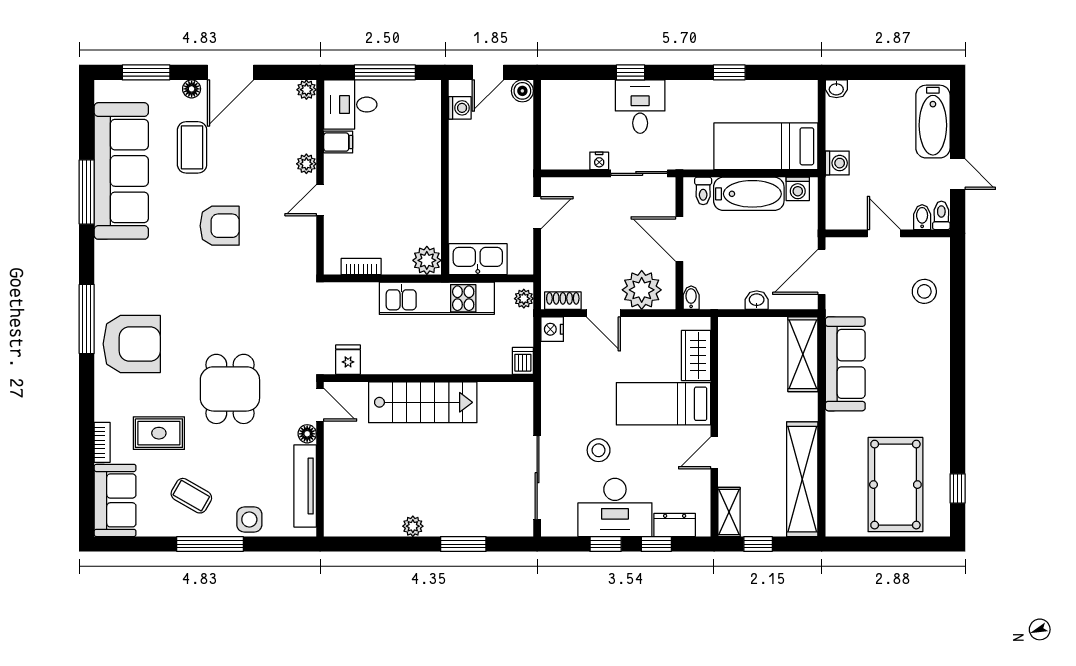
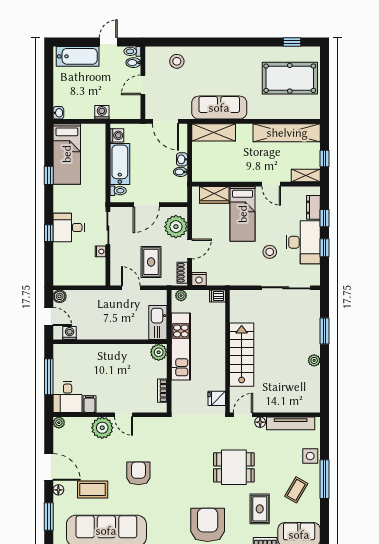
bed: (766, 146) -> (67, 154), moved
plant: (306, 164) -> (102, 428), width x1.88, depth x1.88
rug: (581, 247) -> (151, 262), added
bidet: (691, 298) -> (180, 172), moved

